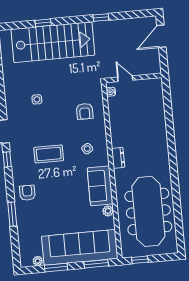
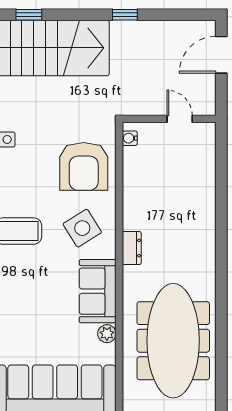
door: (125, 79) -> (180, 119), moved
armchair: (85, 111) -> (84, 166), width x1.88, depth x1.88
side table: (87, 149) -> (82, 228), width x1.87, depth x1.87

